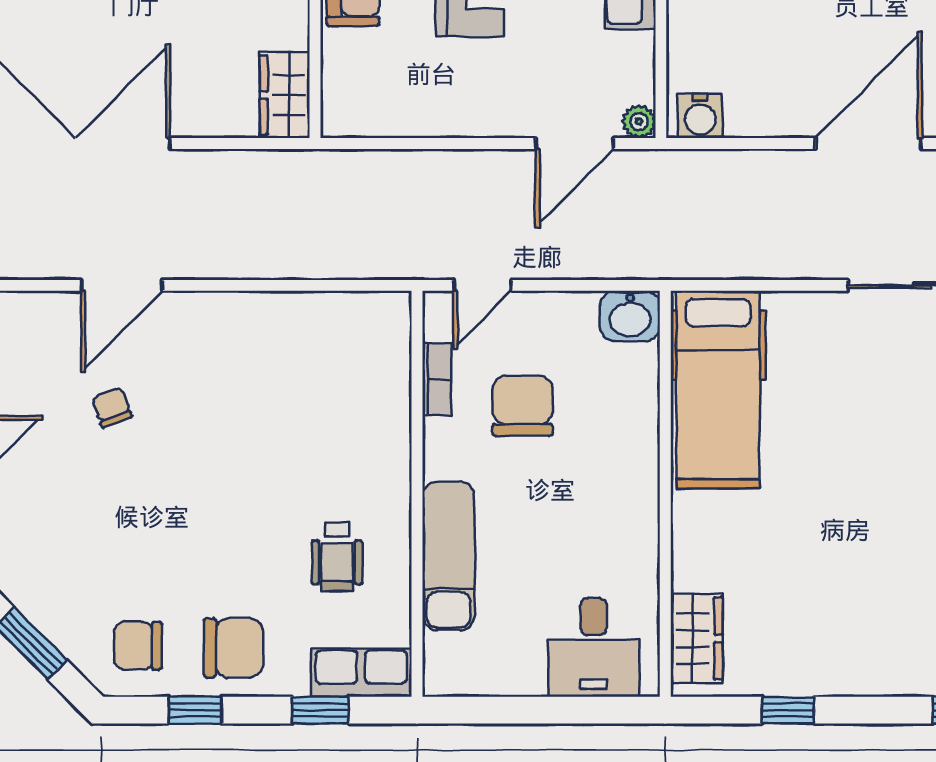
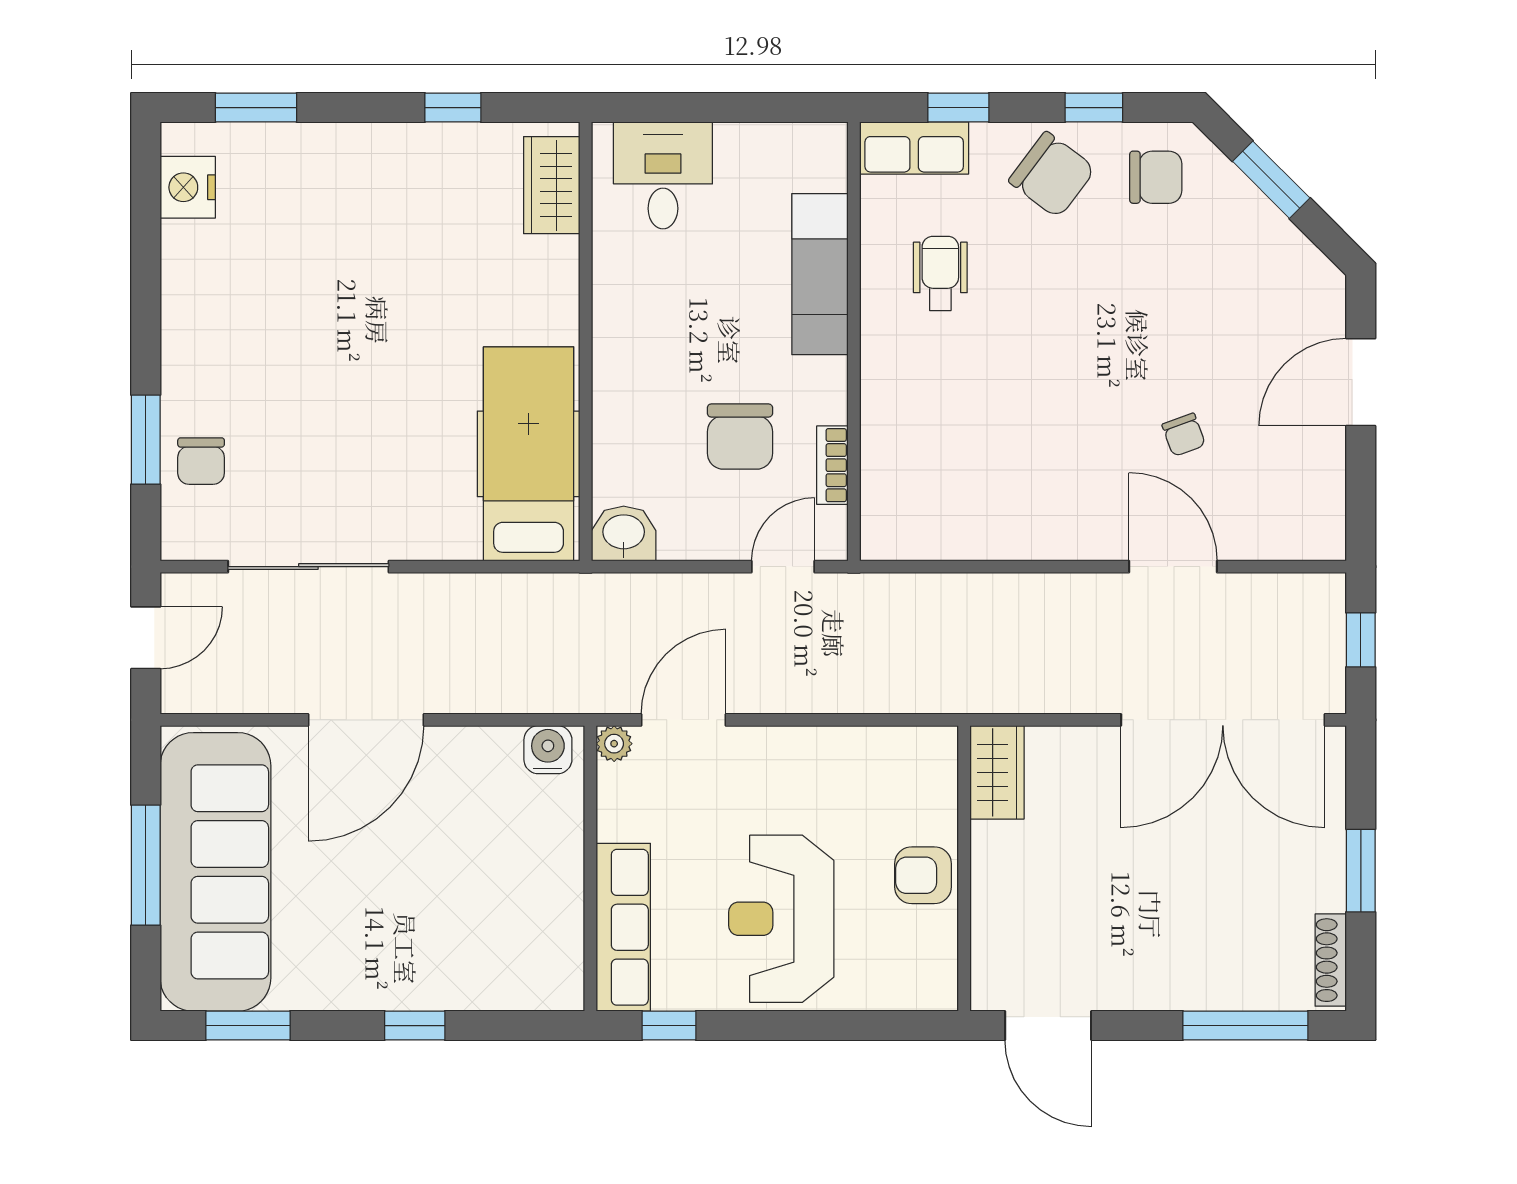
door: (122, 285) -> (1173, 567), hinge flipped
chair: (234, 648) -> (1052, 175), turned -143

